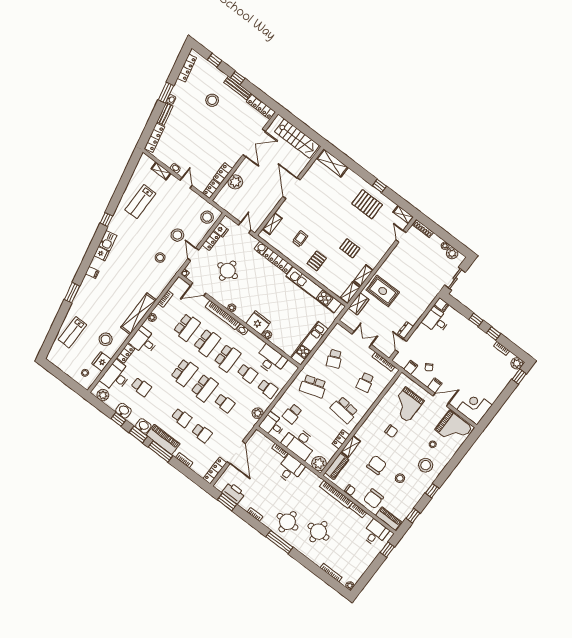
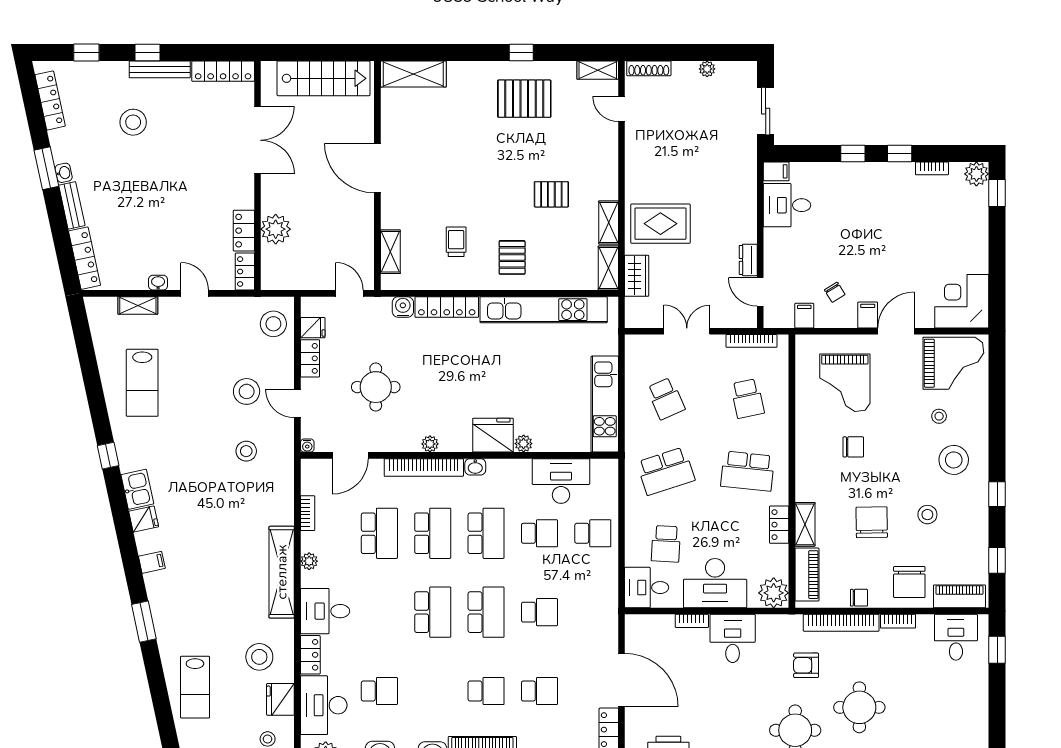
plant: (452, 253) -> (729, 73), removed
plant: (258, 413) -> (607, 587), removed
armchair: (310, 500) -> (806, 665), added

